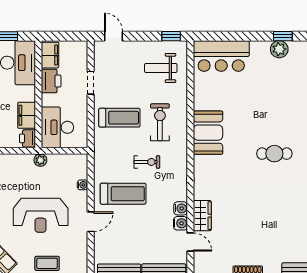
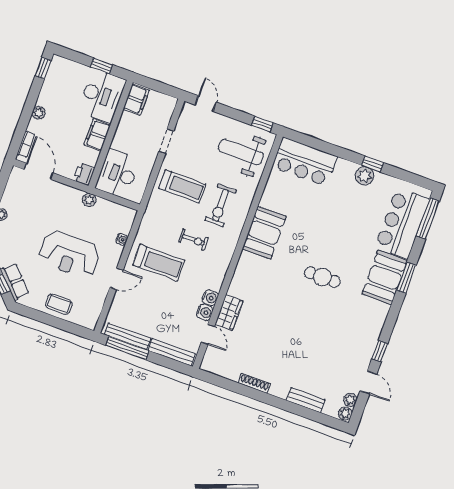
weight bench: (161, 68) -> (241, 152), width x1.36, depth x1.33
printer: (51, 81) -> (128, 126), removed
filing cabinet: (27, 115) -> (97, 135), moved
exercise bike: (160, 122) -> (221, 205), turned 180

